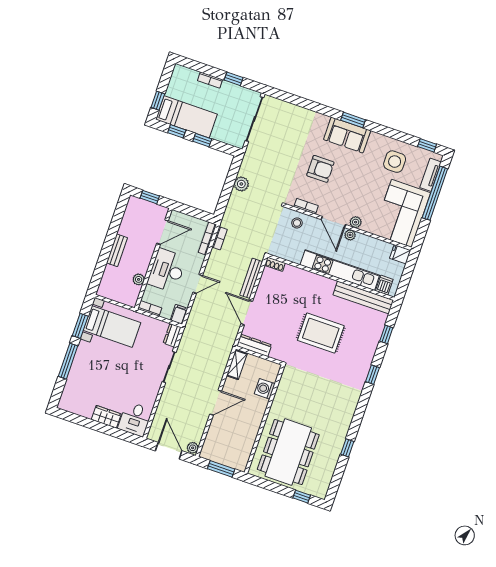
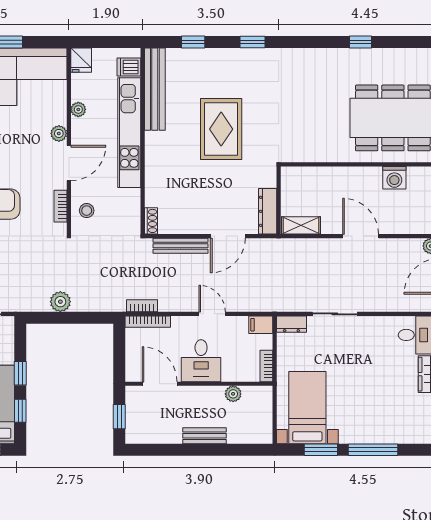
plant: (350, 235) -> (78, 109), moved
desk: (167, 270) -> (201, 361), width x0.73
washing machine: (265, 389) -> (394, 178), moved

